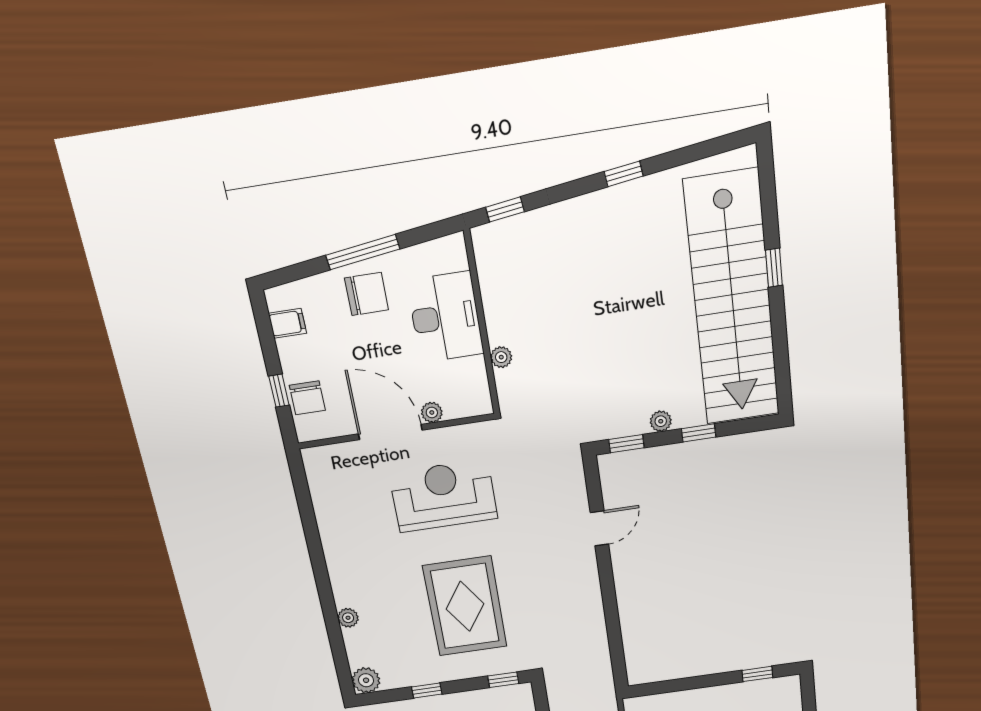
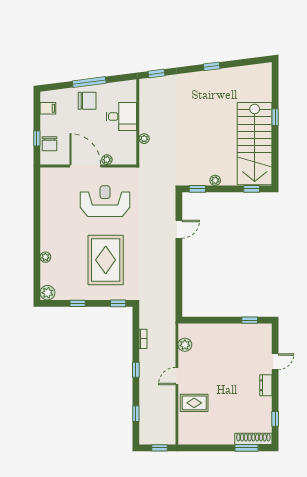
stairs: (732, 300) -> (255, 144), width x0.73
desk: (445, 317) -> (121, 116), width x0.73
window: (699, 433) -> (252, 189), moved

